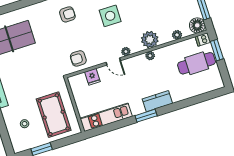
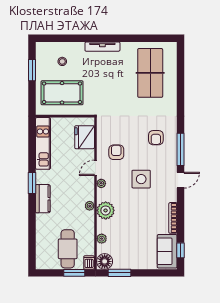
armchair: (78, 58) -> (116, 152), moved
fridge: (92, 77) -> (85, 137), width x1.88, depth x1.34

